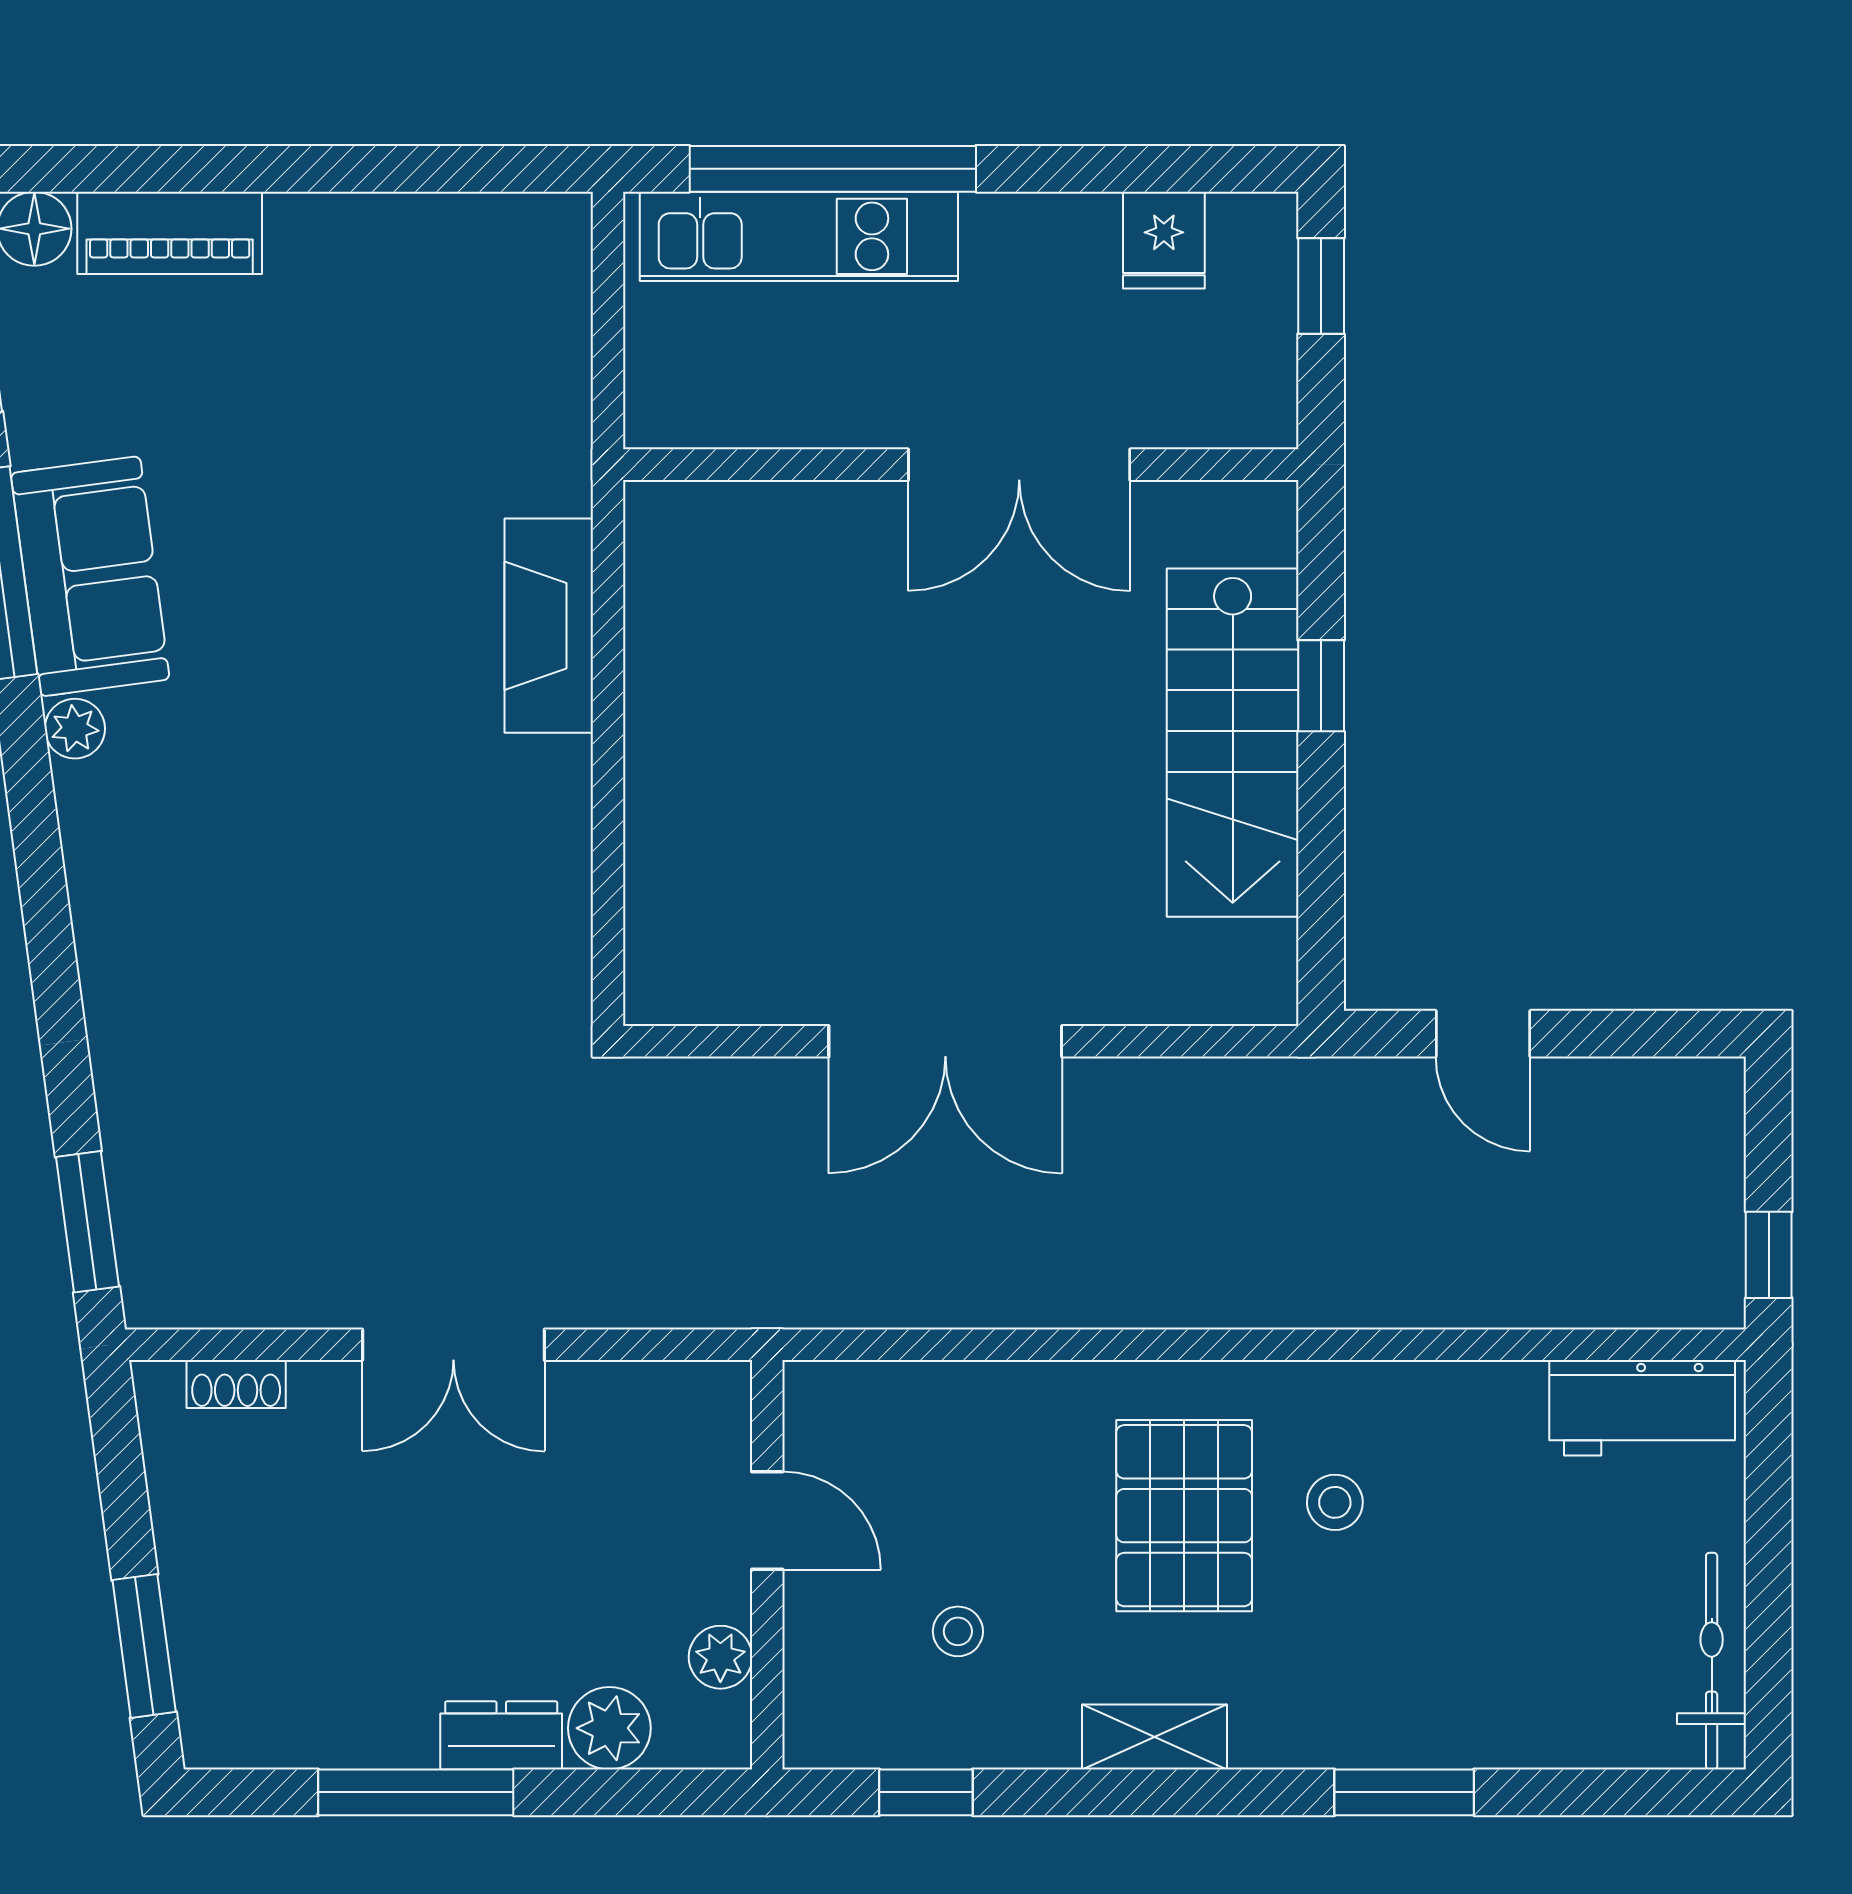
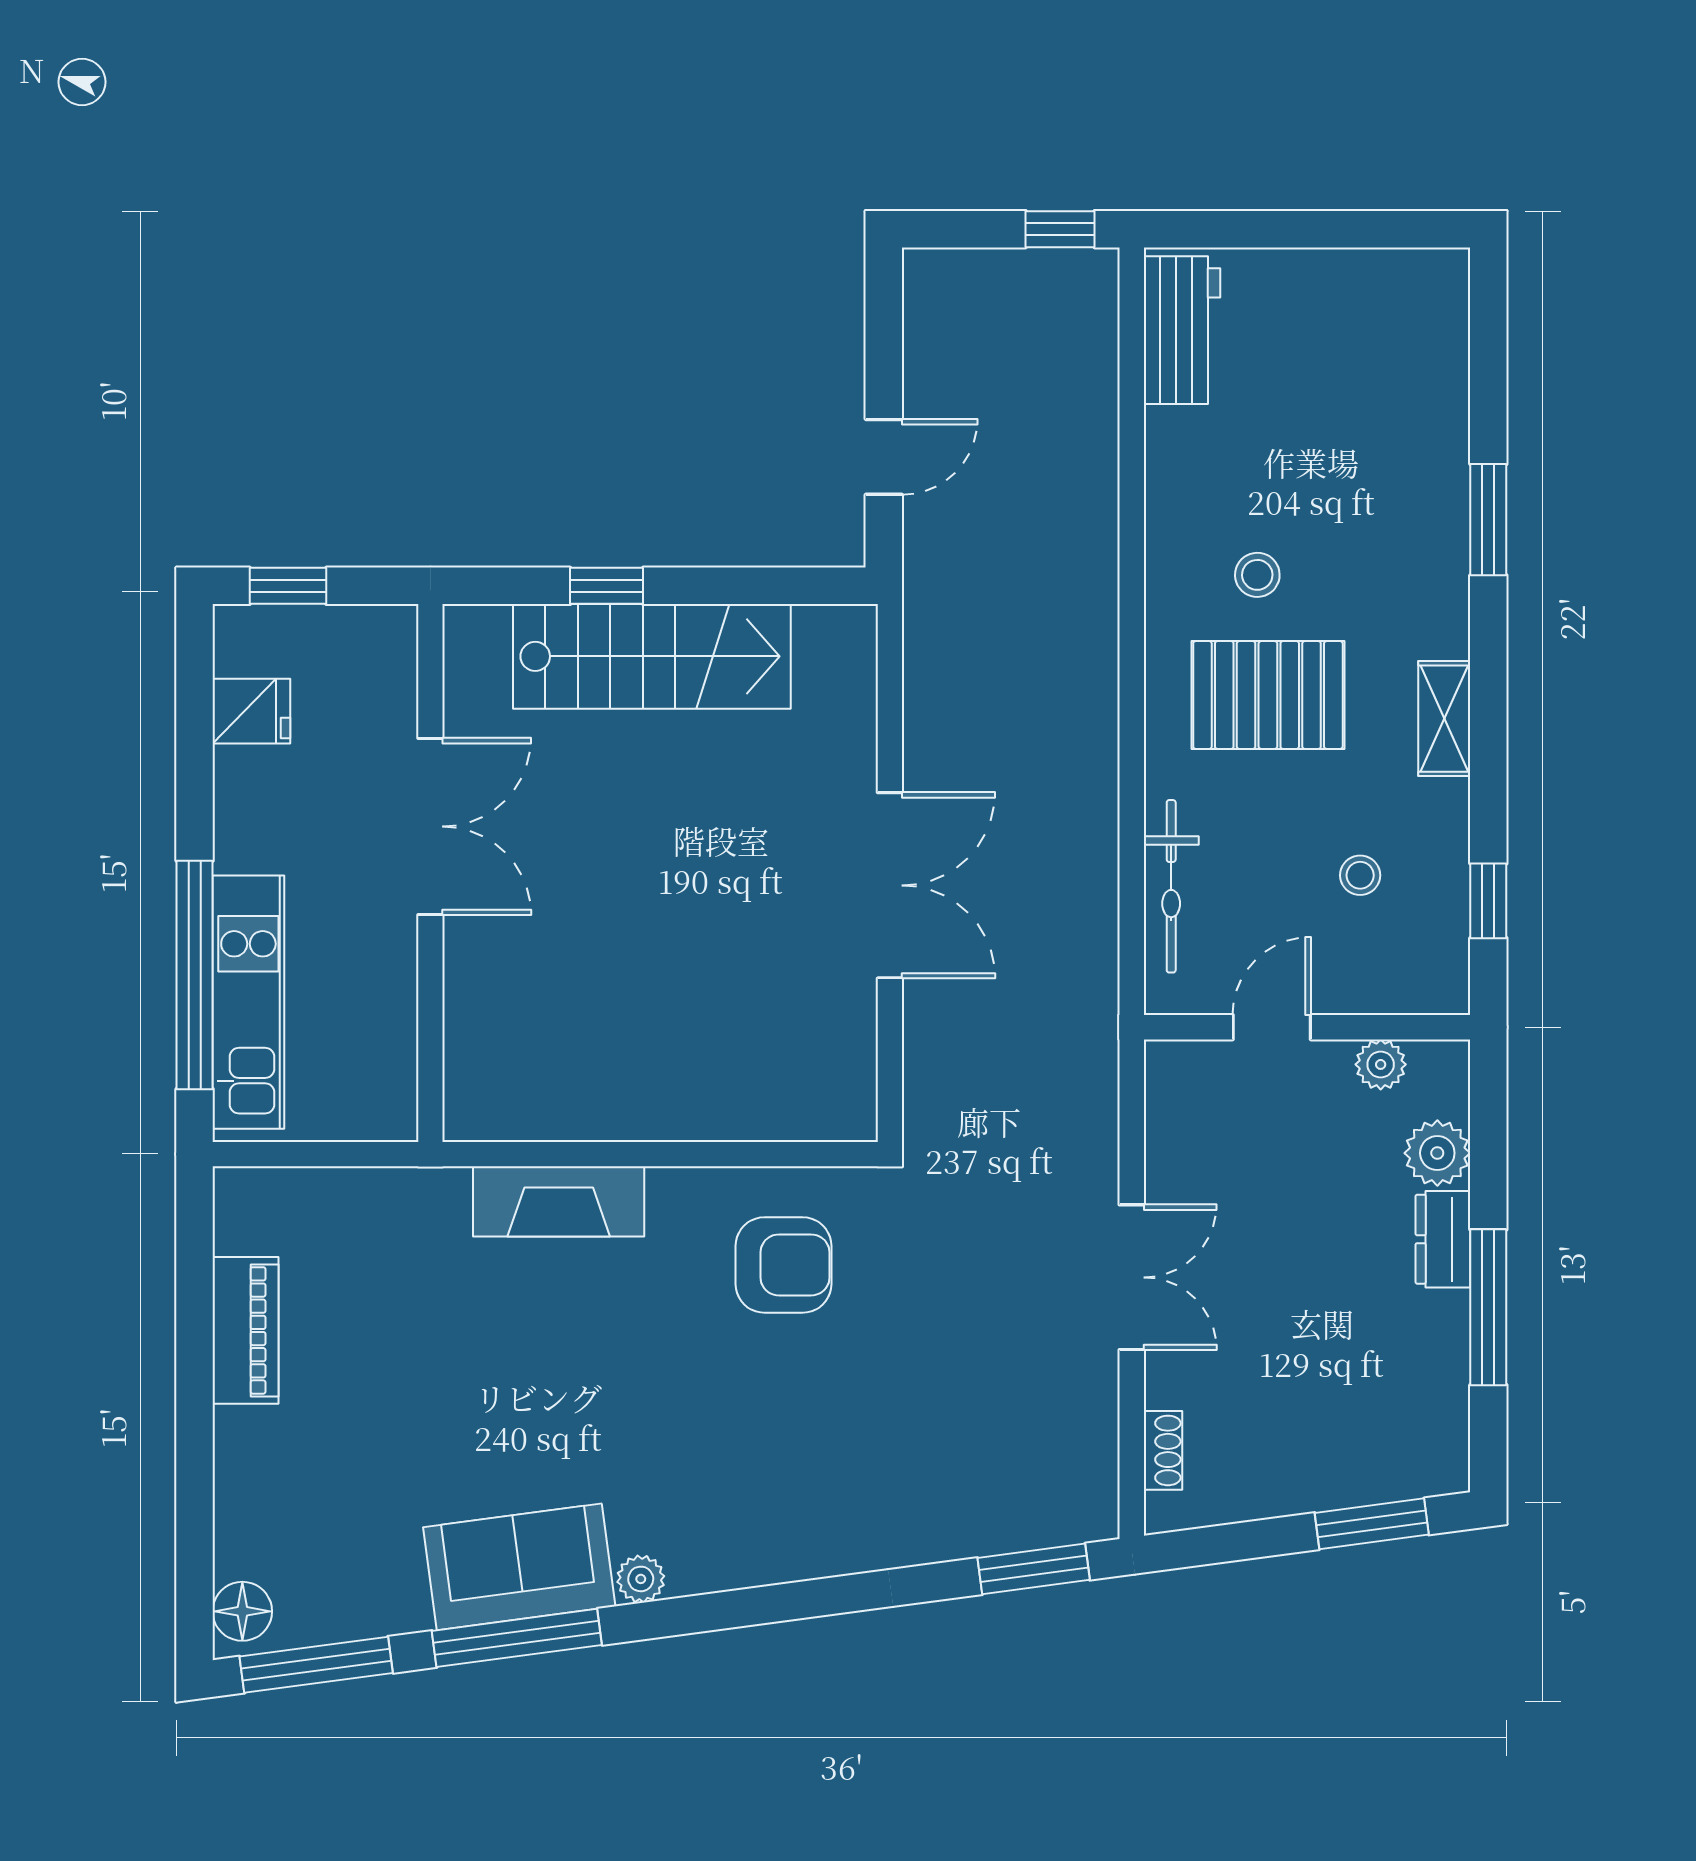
piano: (170, 233) -> (246, 1330), moved
armchair: (469, 908) -> (784, 1265), added
bicycle: (1712, 1661) -> (1171, 886), moved, turned -90

